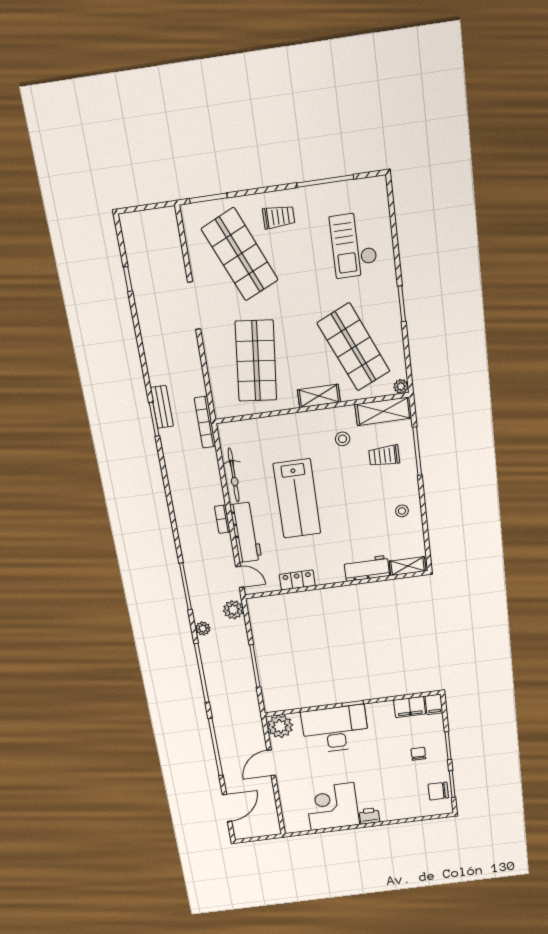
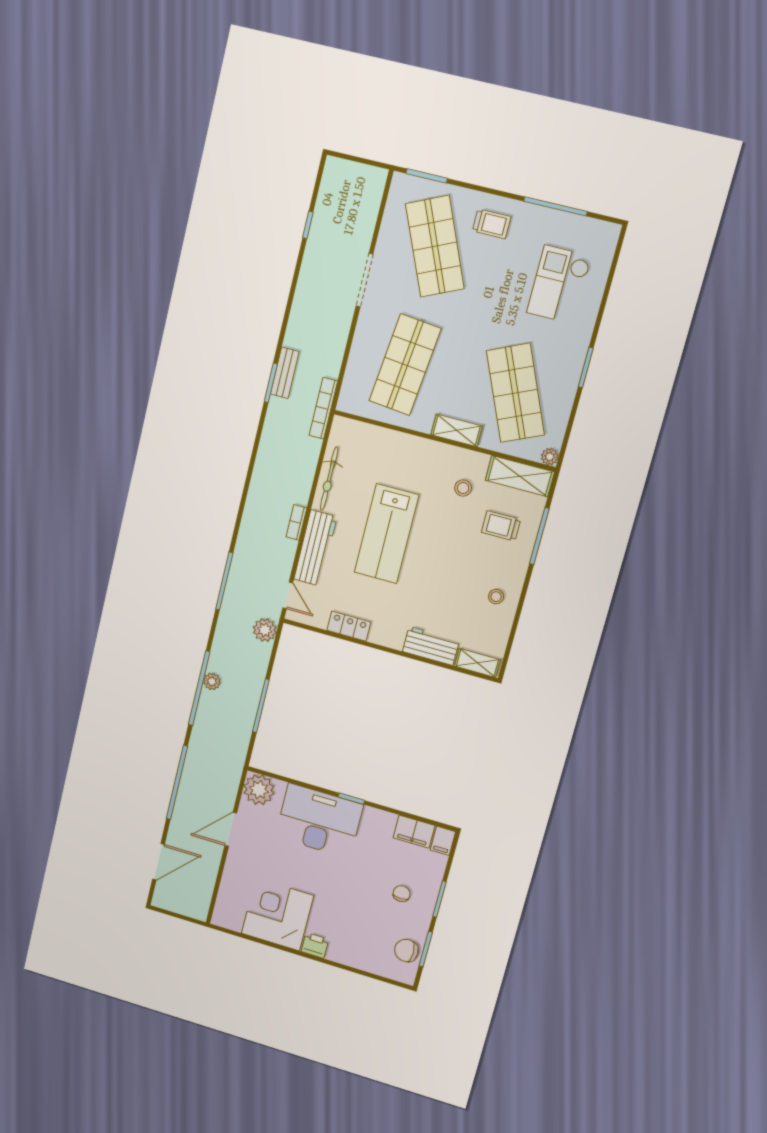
plant: (203, 628) -> (212, 681), moved

